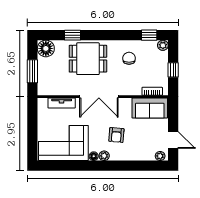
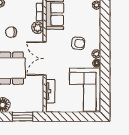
plant: (134, 89) -> (38, 28), added
double door: (99, 97) -> (45, 59), swing flipped

